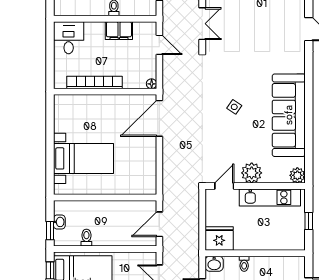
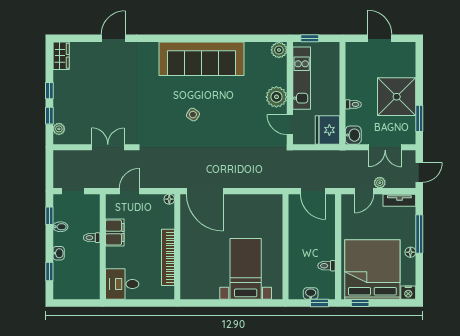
plant: (252, 173) -> (276, 97), moved
plant: (297, 175) -> (279, 50), moved
door: (224, 186) -> (290, 125), moved
wall: (255, 186) -> (290, 93), moved
kitchen unit: (270, 197) -> (302, 78), moved

